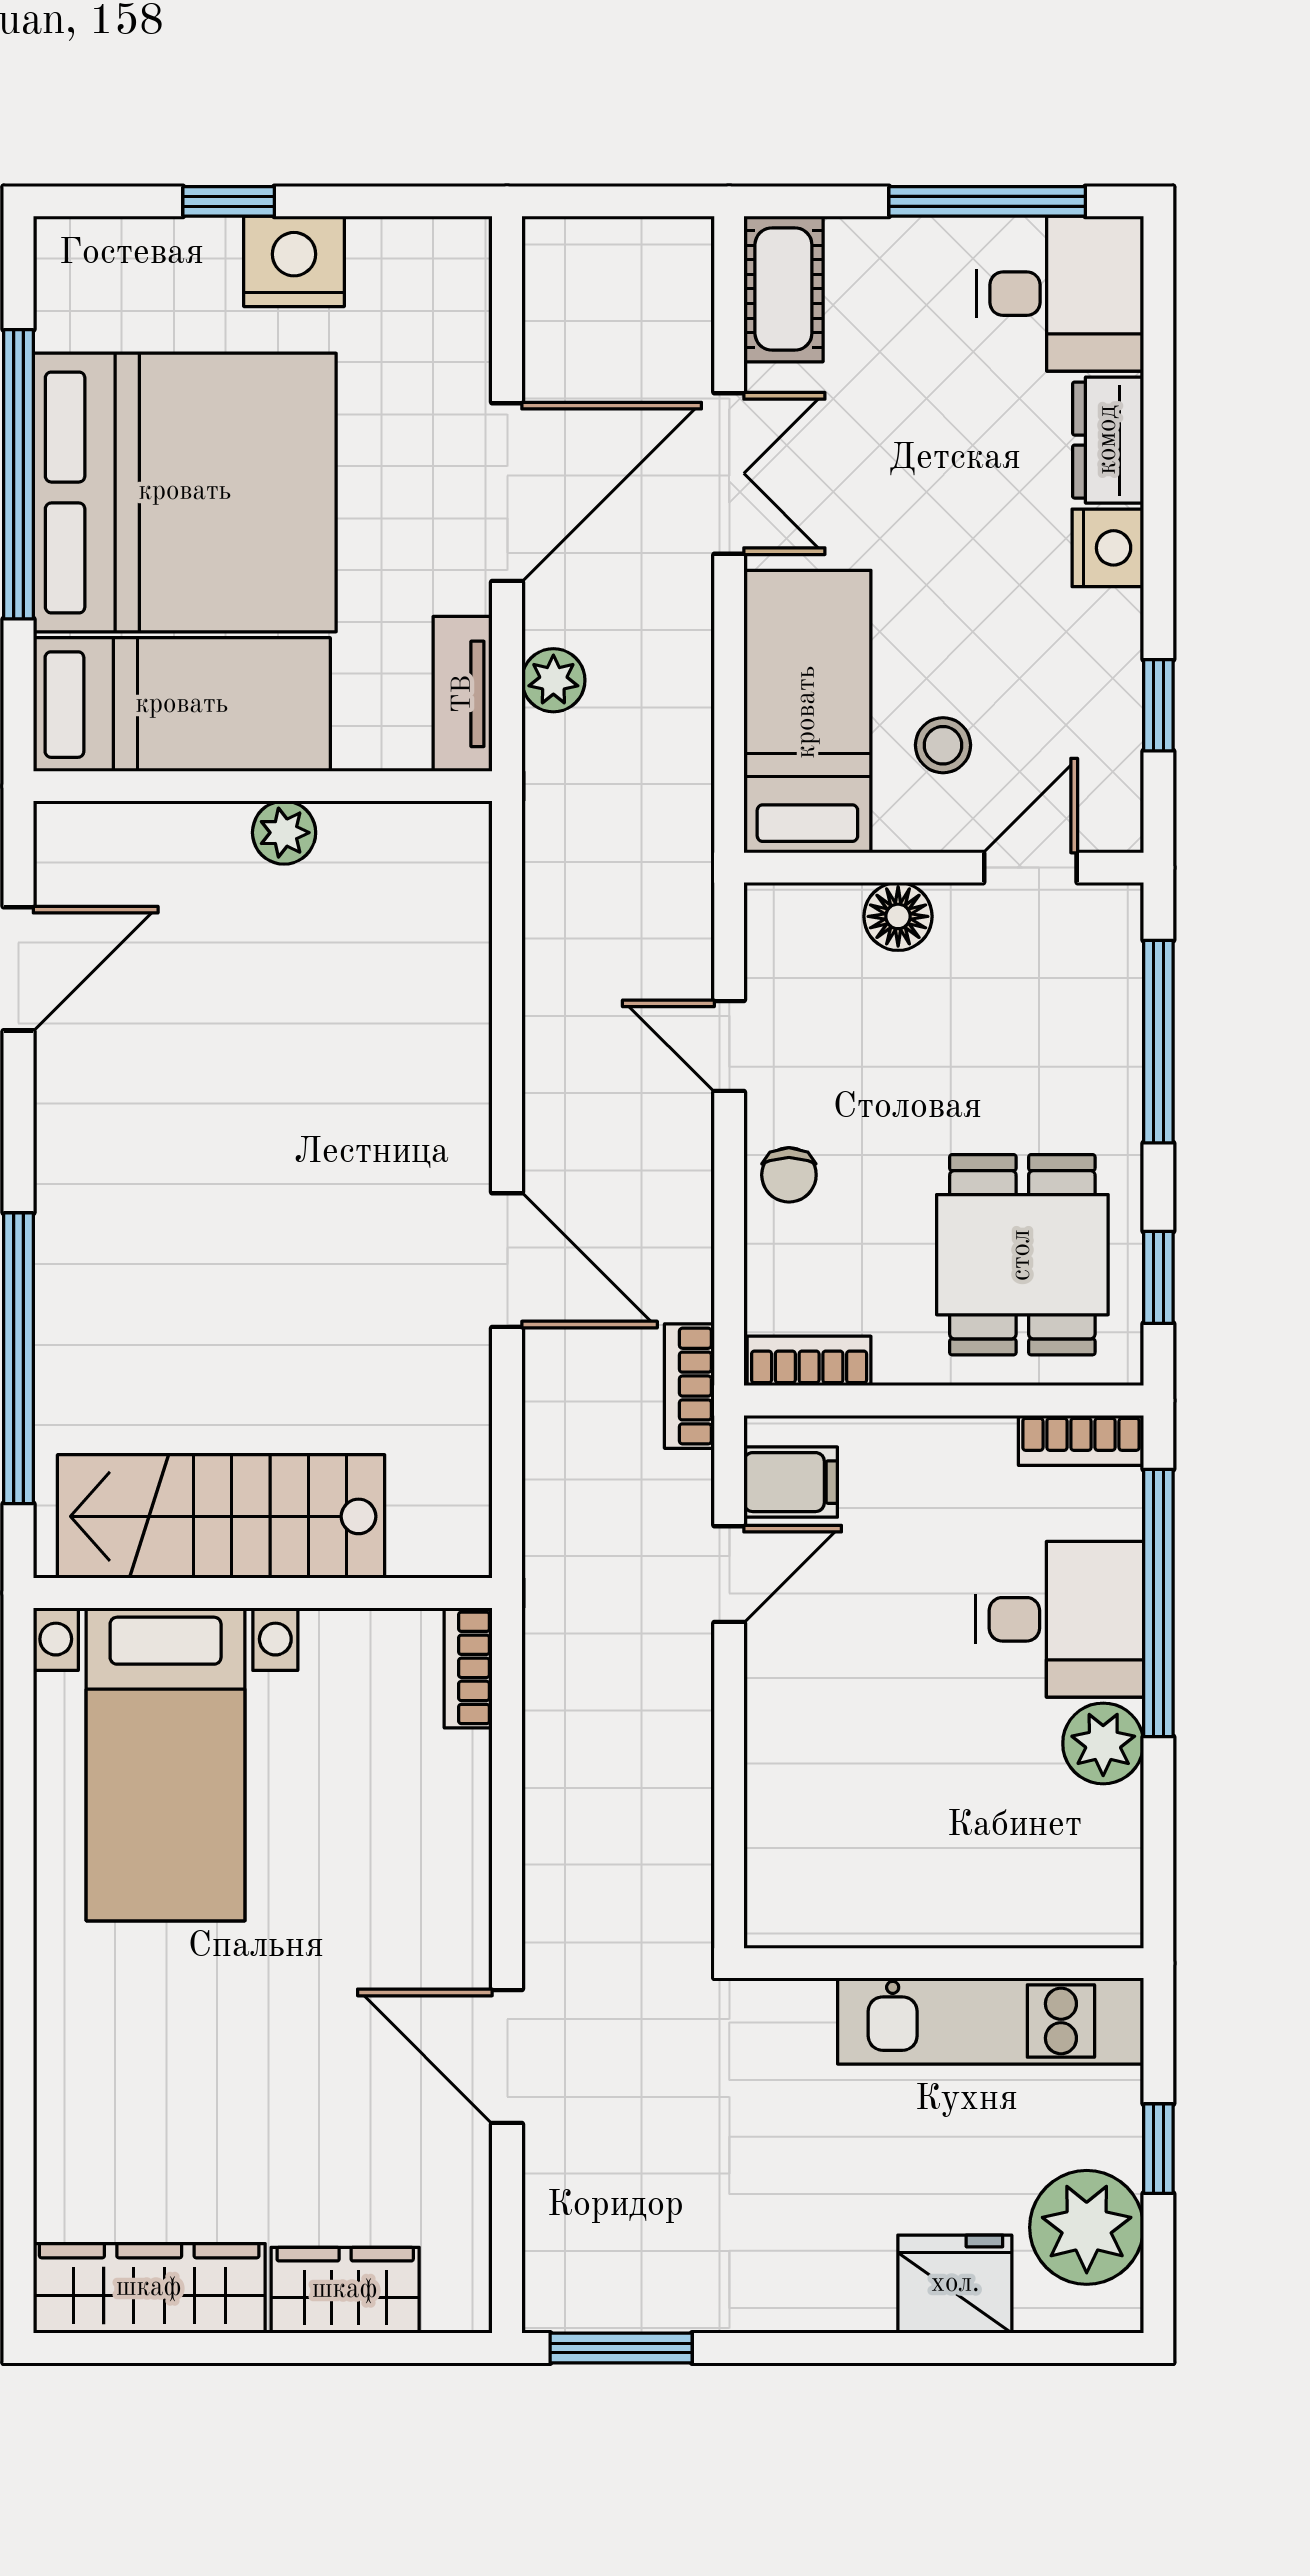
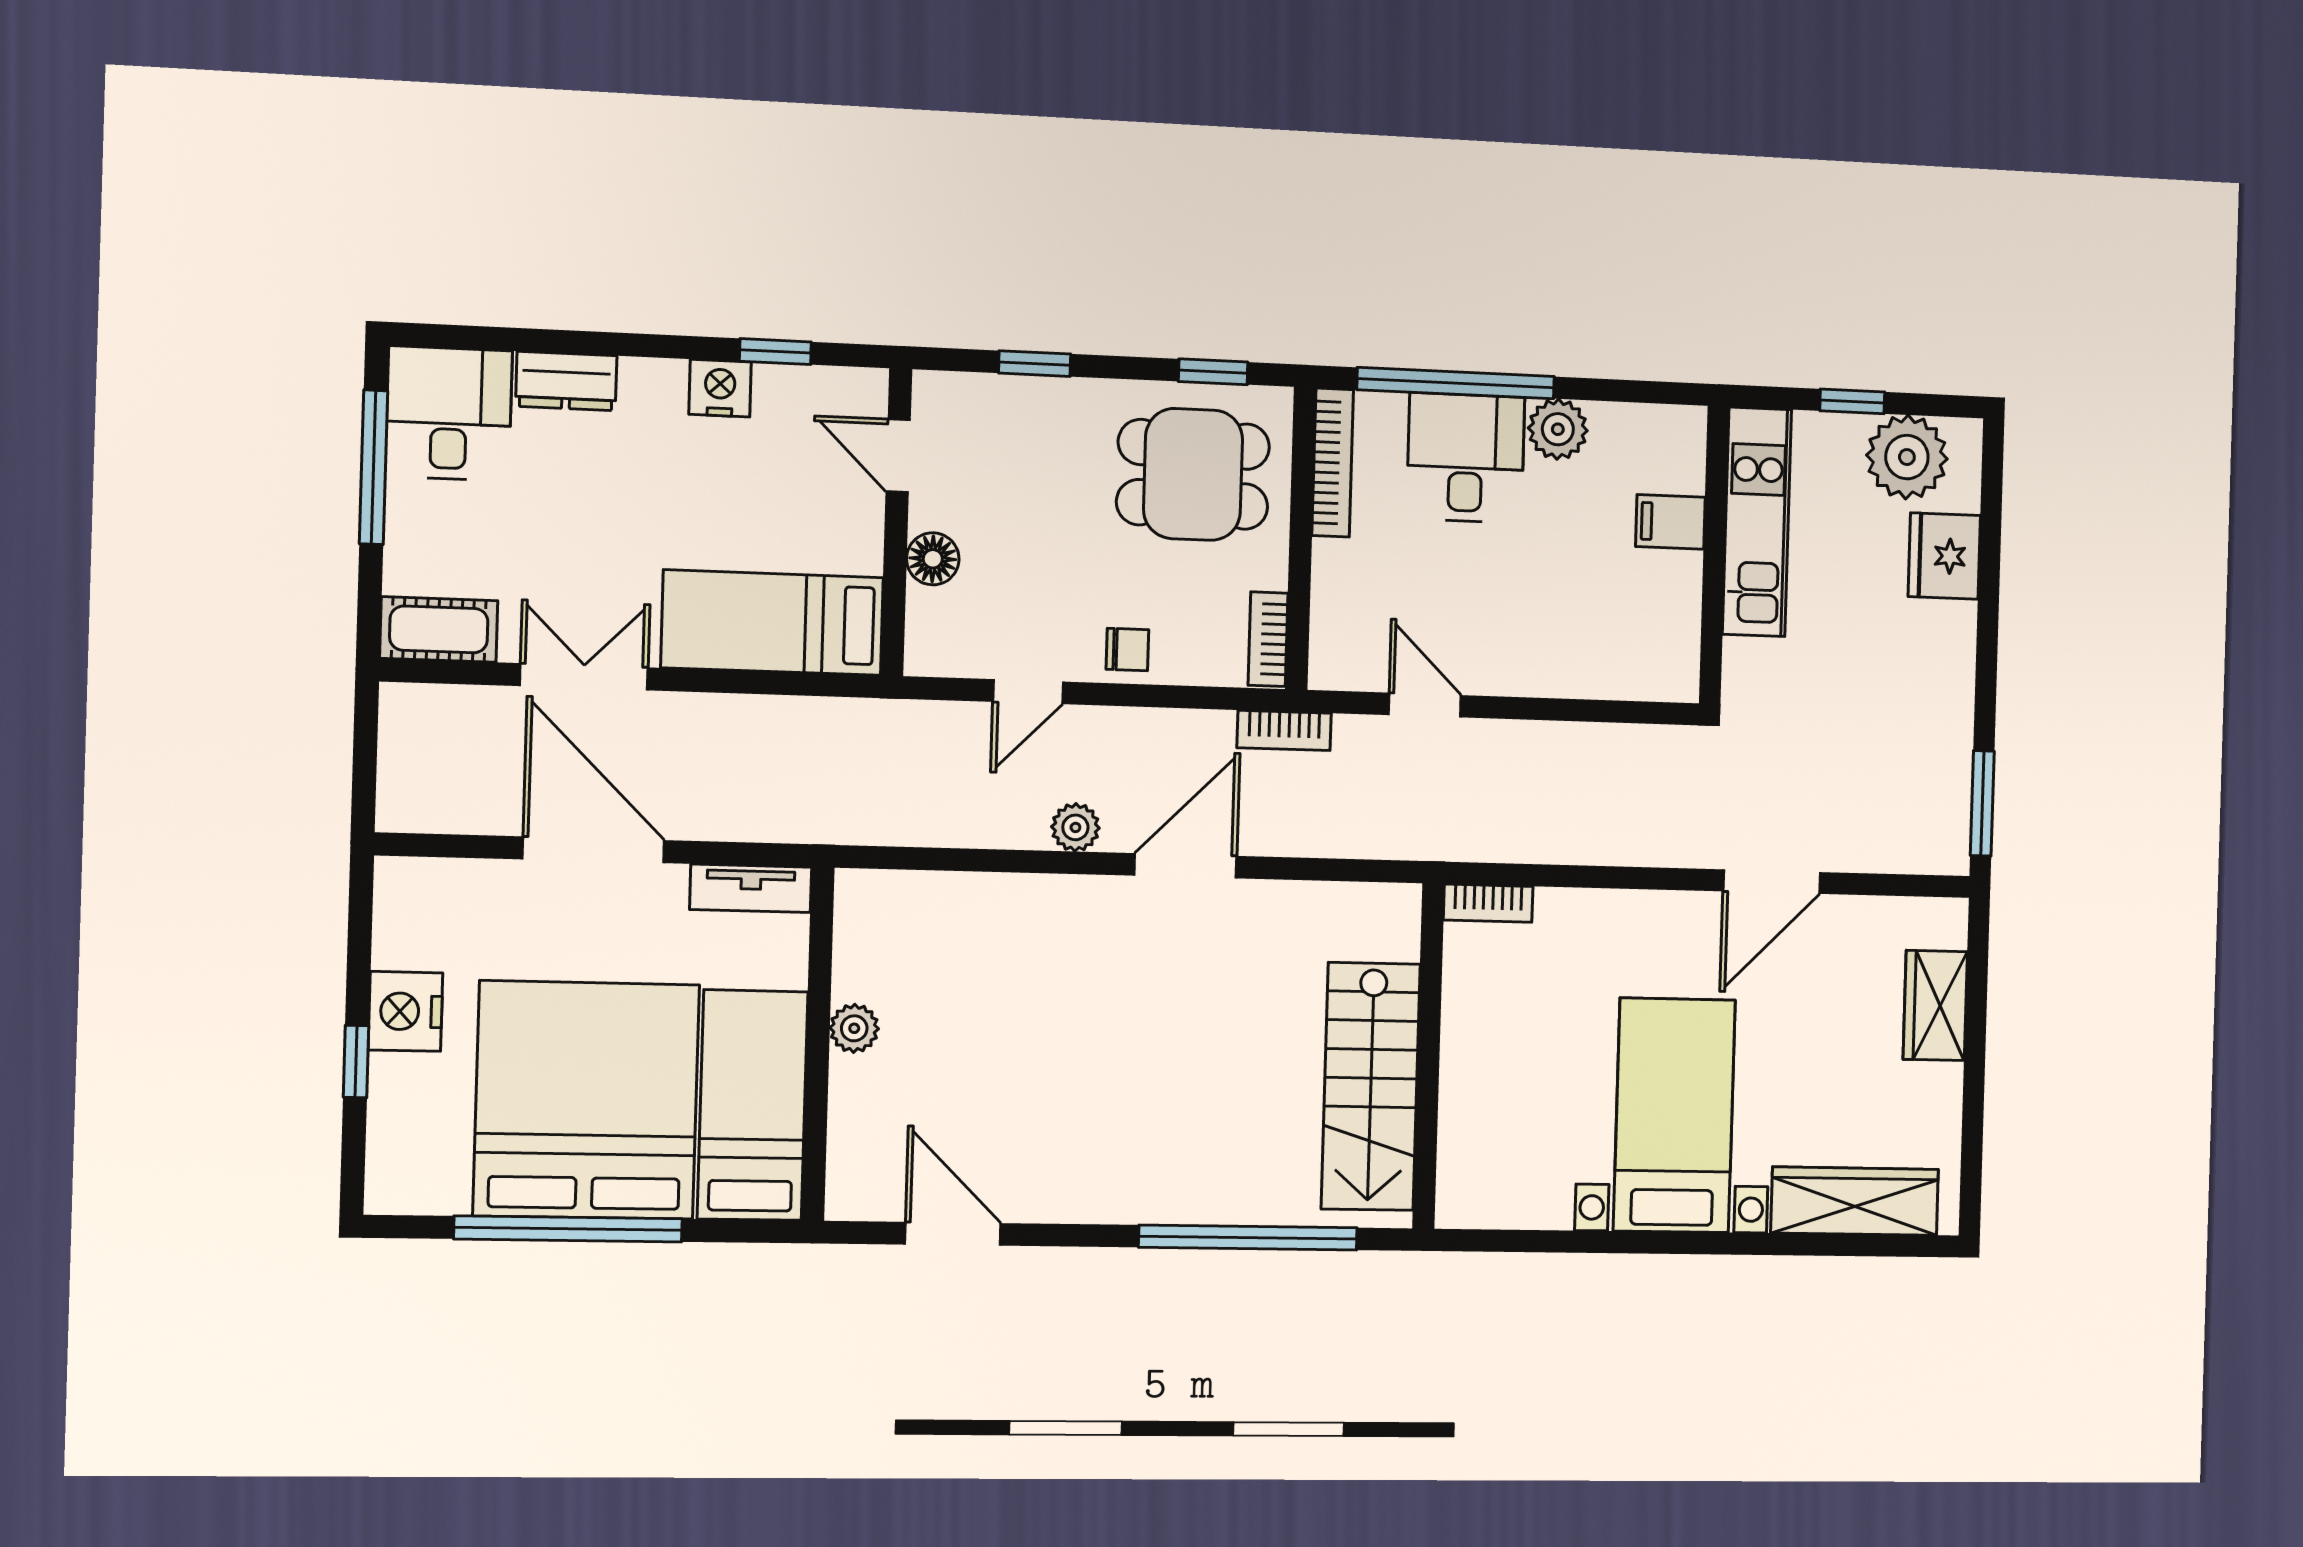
nightstand: (1108, 548) -> (720, 388), moved
plant: (553, 680) -> (1075, 827), moved
stool: (943, 745) -> (802, 519), removed
window: (1158, 1042) -> (1035, 364), width x0.46
bookcase: (1081, 1440) -> (1333, 463), width x1.56
filing cabinet: (791, 1482) -> (1670, 522), moved, turned -90
bed with nightstands: (166, 1764) -> (1674, 1115), moved, turned -90
wardrobe: (149, 2288) -> (1855, 1201), moved, turned 90

